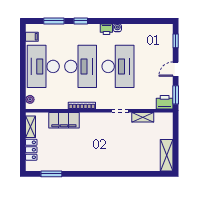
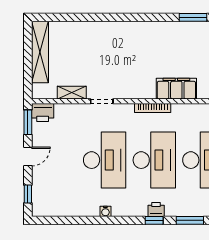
printer: (106, 29) -> (156, 210), moved
desk: (81, 66) -> (154, 160), turned 180
desk: (118, 66) -> (105, 160), turned 180
shelving: (167, 155) -> (40, 52), width x1.47

